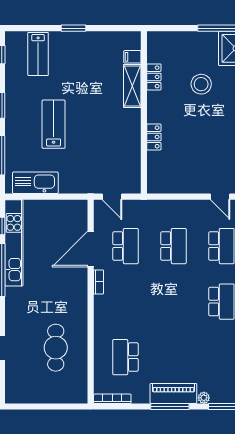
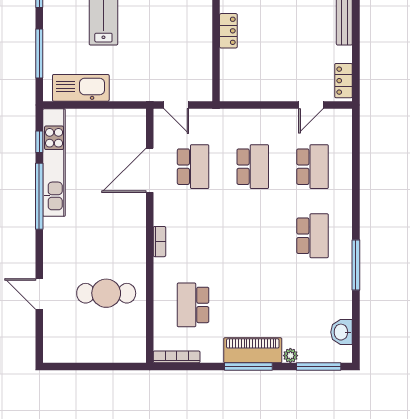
door: (220, 197) -> (311, 105), hinge flipped
bookcase: (99, 282) -> (159, 242), moved
cafe table: (56, 348) -> (106, 293), turned 90

